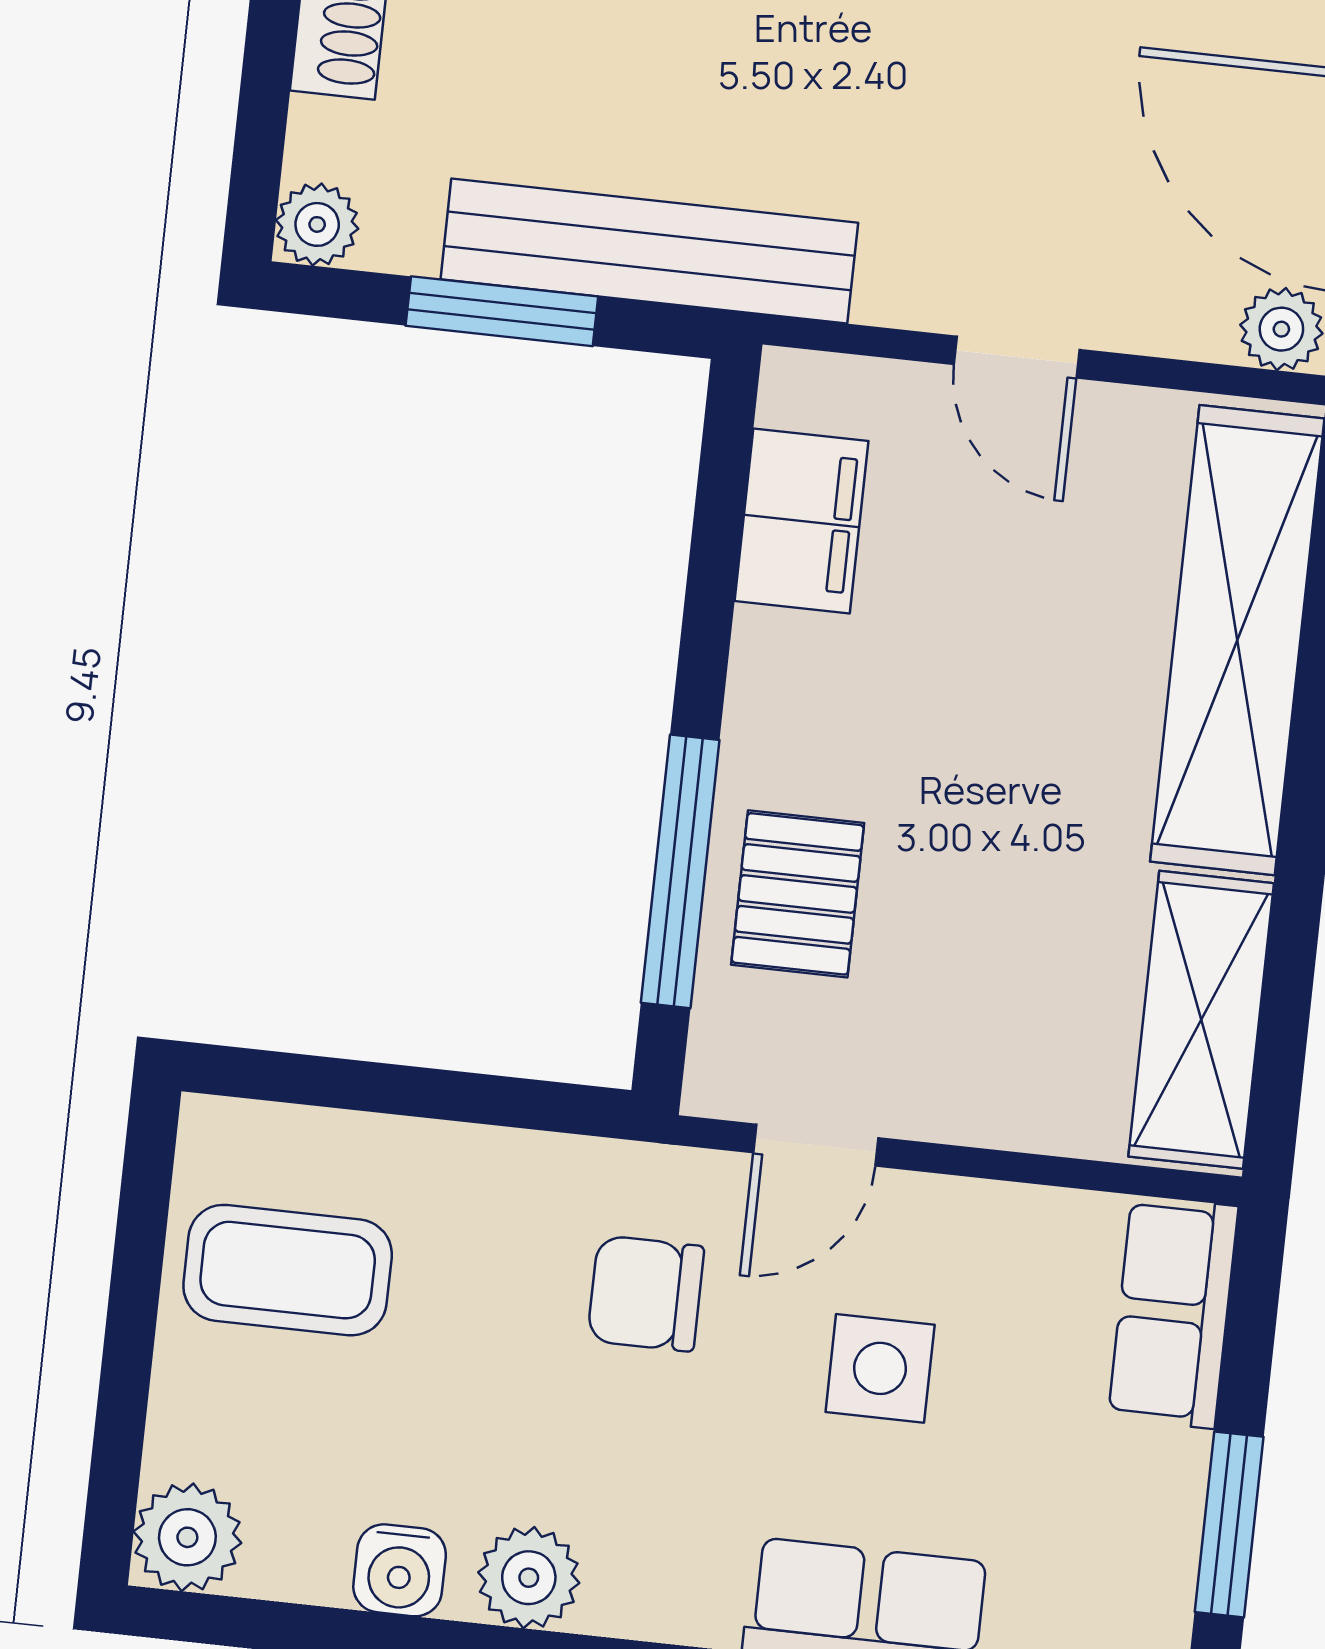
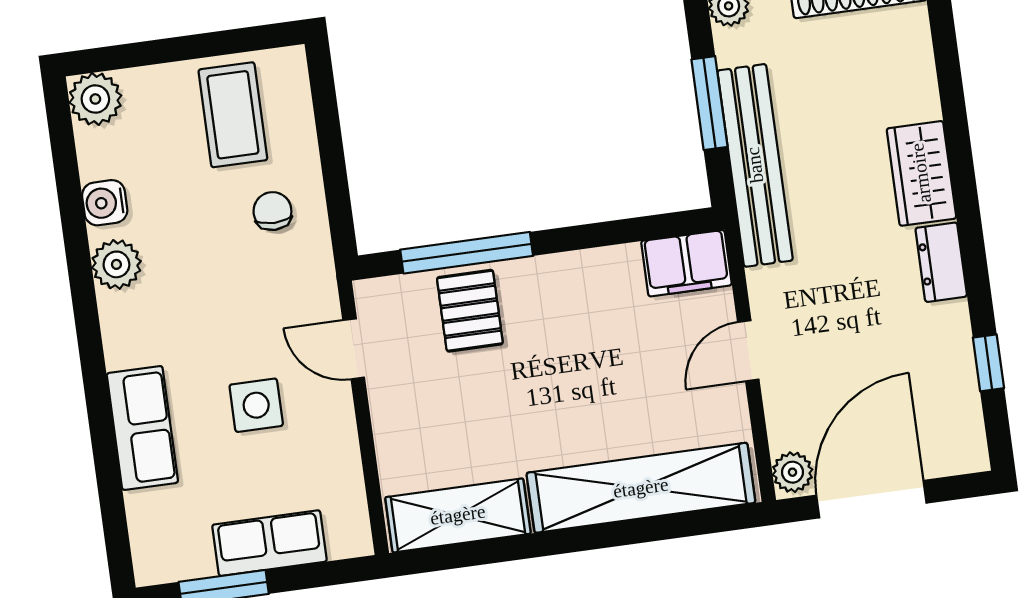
filing cabinet: (801, 521) -> (686, 263), moved
pallet: (798, 894) -> (470, 311), turned 90
chair: (646, 1294) -> (272, 211), moved, width x0.73, depth x0.73
row of seats: (1173, 1312) -> (269, 543), moved

